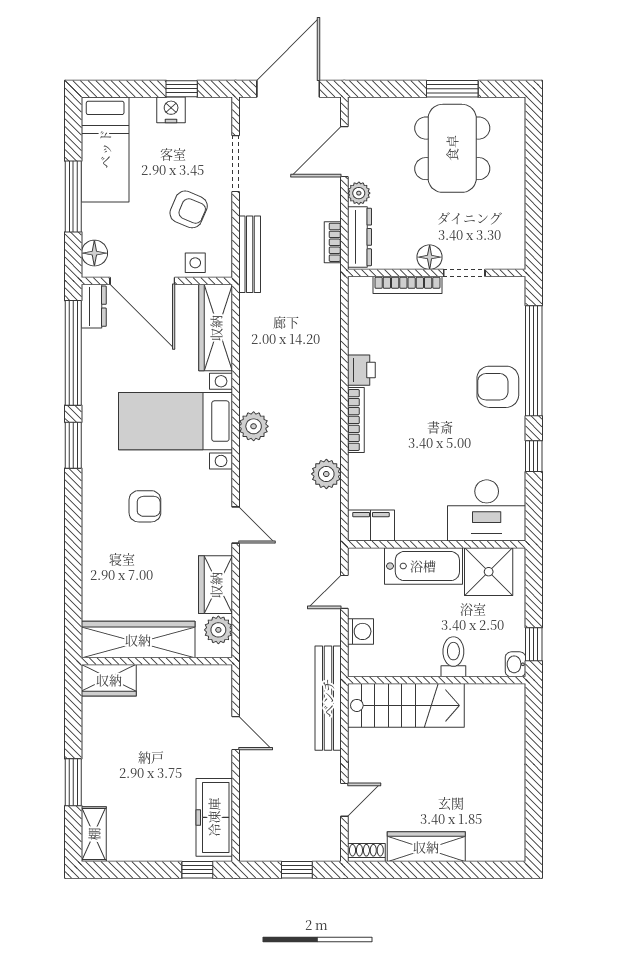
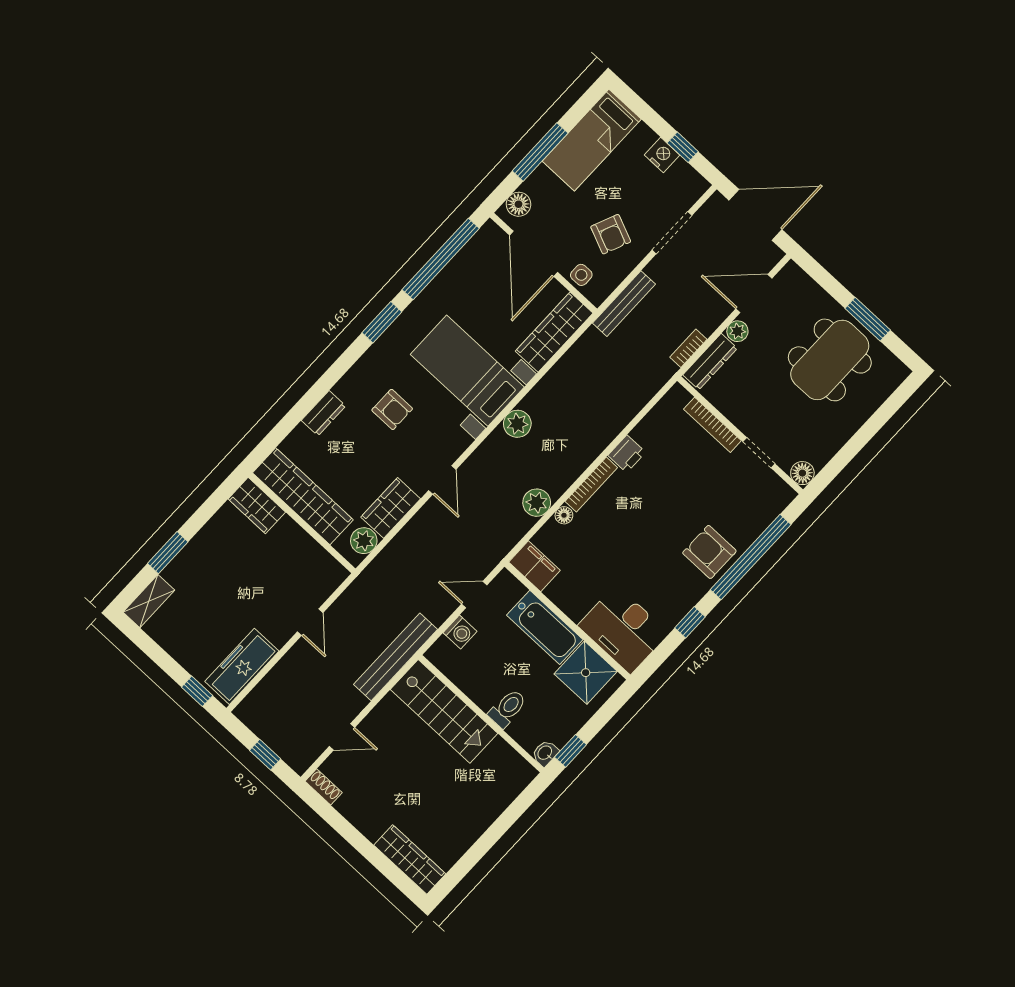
floor lamp: (430, 257) -> (802, 473), moved
dresser: (94, 306) -> (324, 413), moved
floor lamp: (357, 464) -> (564, 515), added
wardrobe: (426, 847) -> (410, 859), moved

